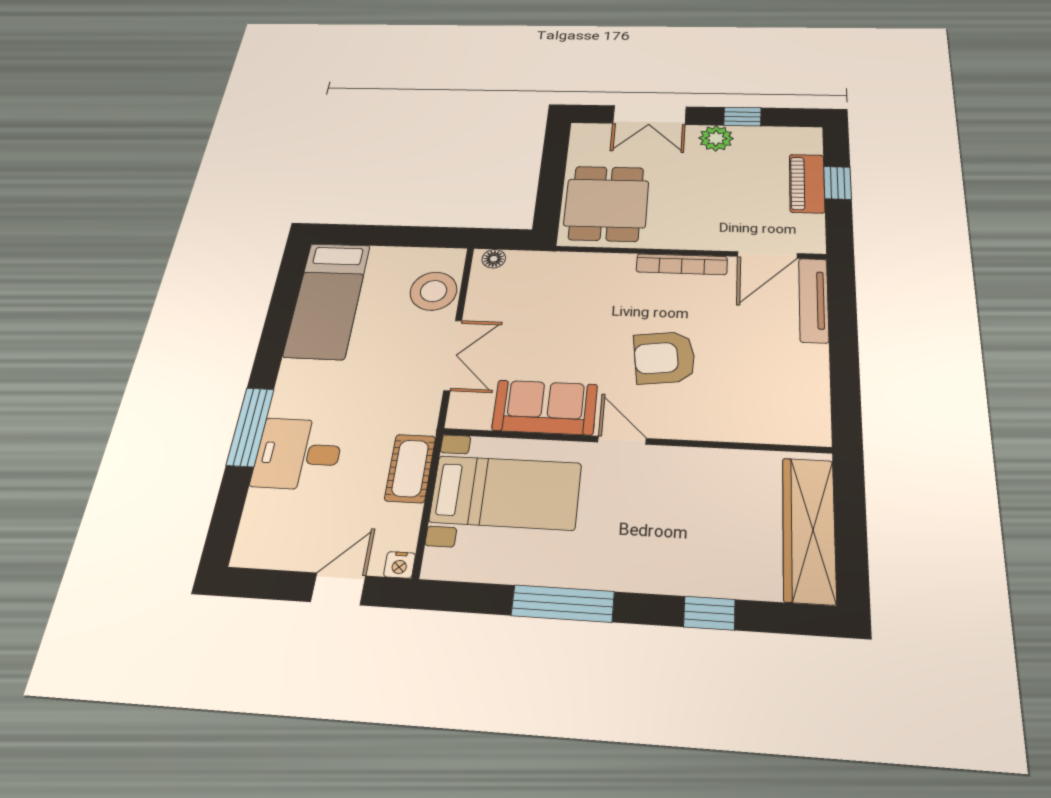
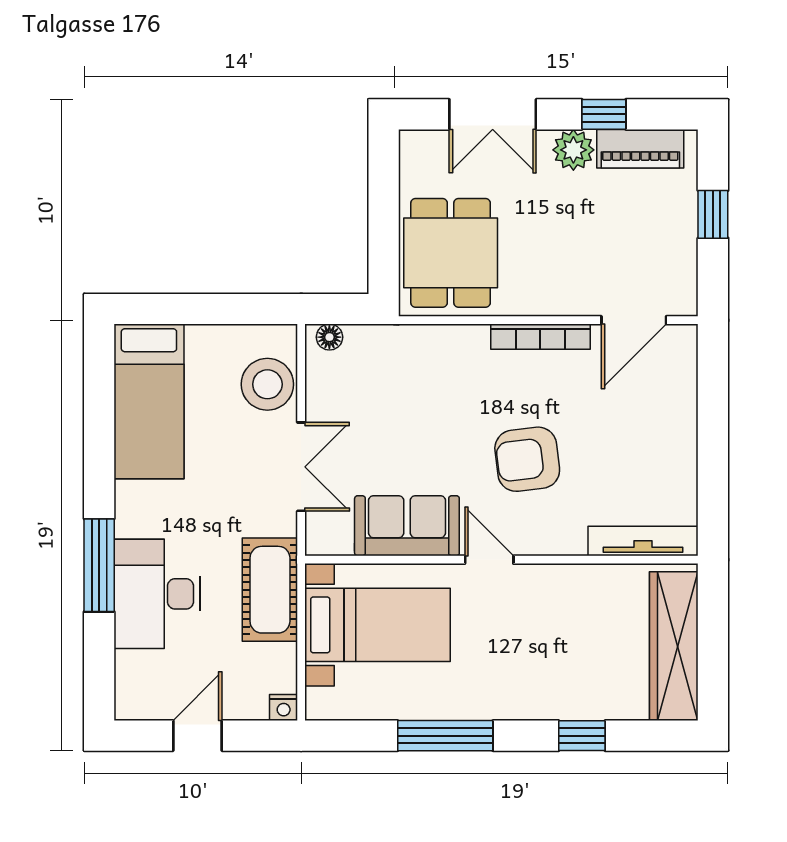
piano: (807, 183) -> (640, 149), moved, turned -90
tv unit: (814, 300) -> (643, 541), moved, turned 90
desk: (298, 454) -> (157, 594), width x1.37
cot: (410, 468) -> (270, 590), width x1.37, depth x1.34
door: (338, 589) -> (197, 736), moved

